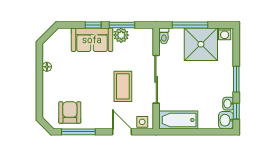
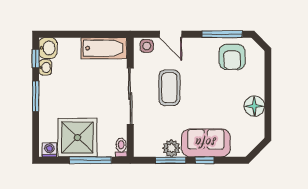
floor lamp: (47, 67) -> (254, 106), width x1.89, depth x1.89

